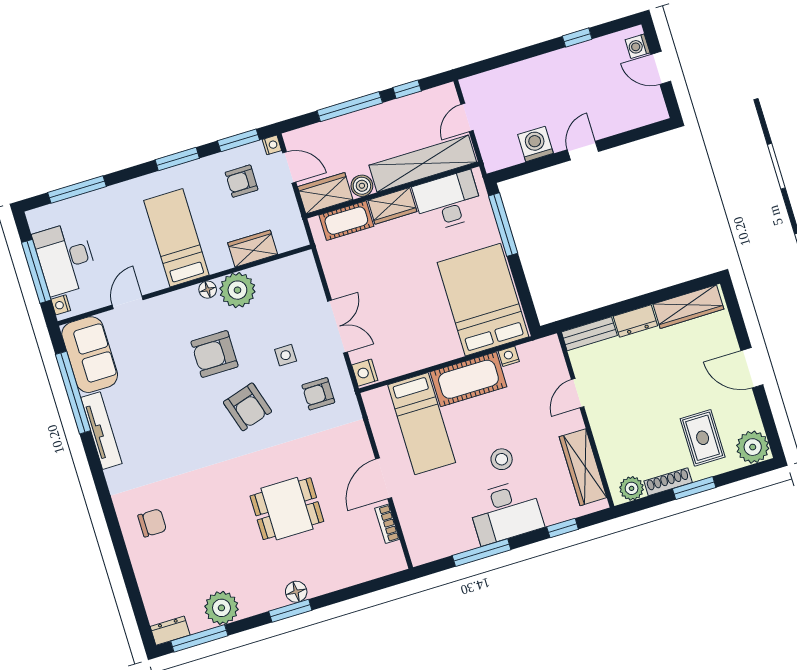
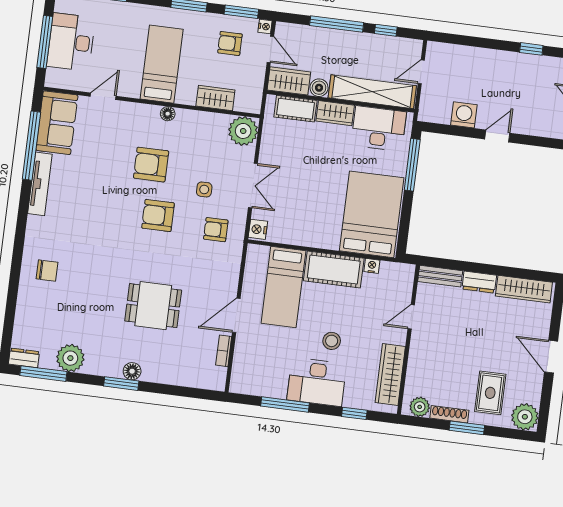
plant: (237, 290) -> (243, 131), moved
nightstand: (61, 305) -> (52, 75), removed
armchair: (248, 407) -> (158, 215), turned 107

